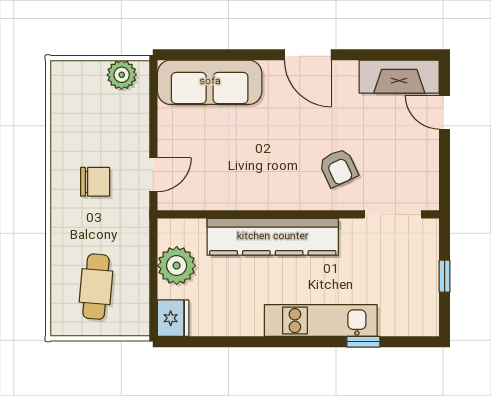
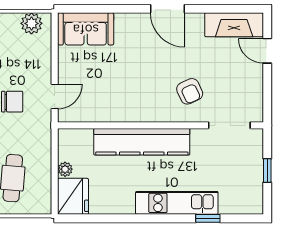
sofa: (210, 82) -> (86, 29), width x0.73
plant: (177, 266) -> (65, 169), width x0.53, depth x0.53
fridge: (173, 318) -> (73, 196), width x1.36, depth x1.34

